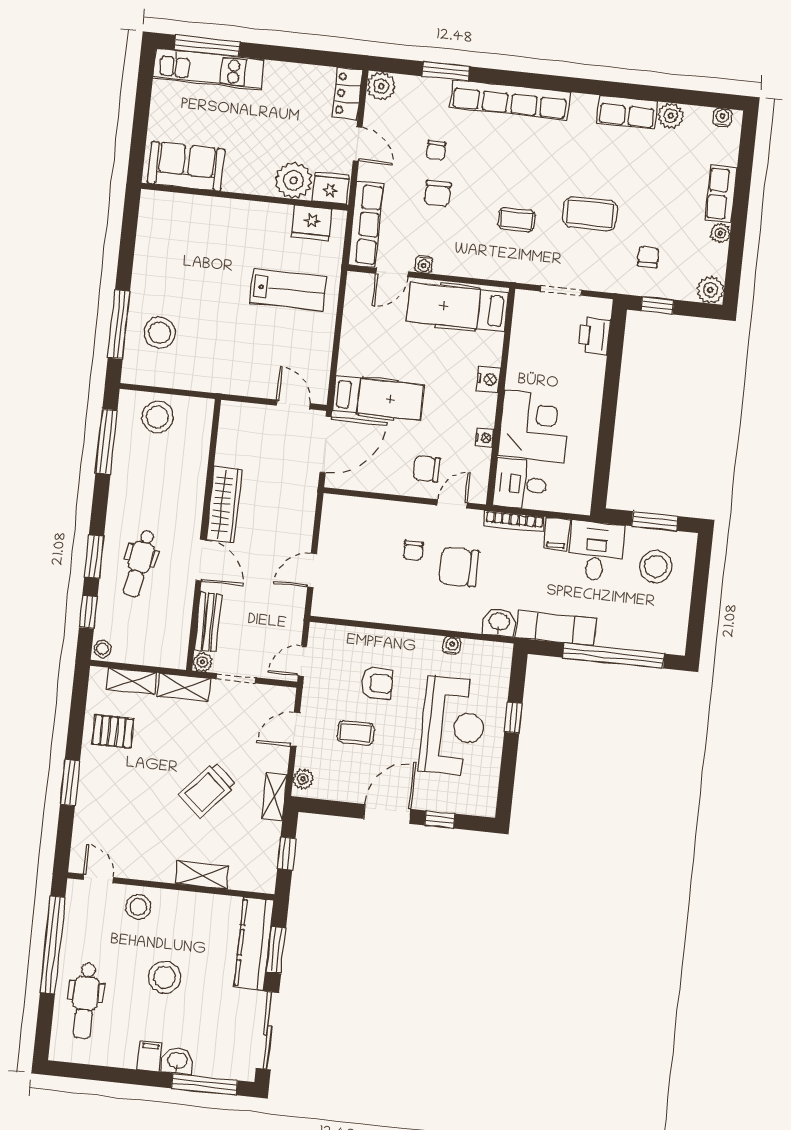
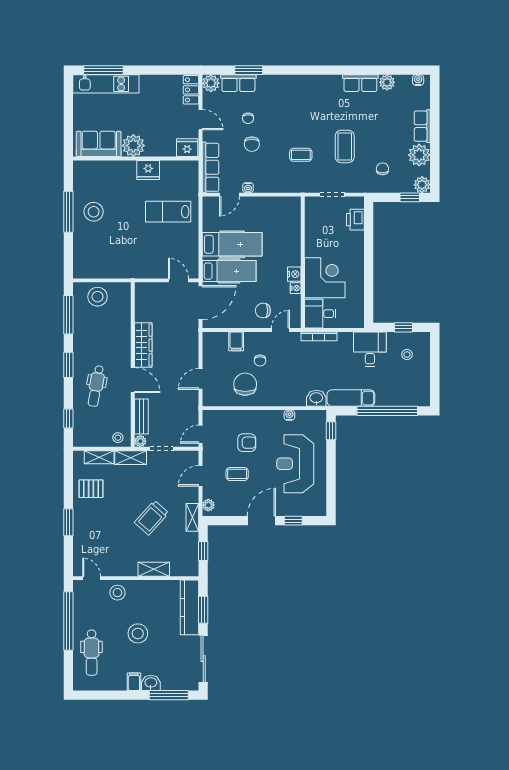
row of seats: (510, 100) -> (238, 83), moved, width x0.50
plant: (294, 180) -> (133, 146), moved
coffee table: (590, 214) -> (345, 146), turned 90
fridge: (312, 223) -> (148, 170), moved
plant: (720, 233) -> (419, 155), width x1.87, depth x1.87
lab bench: (288, 290) -> (168, 212), turned 180
window: (657, 305) -> (410, 197), moved
hospital bed: (458, 307) -> (232, 244), moved, turned 180
window: (119, 324) -> (68, 212), moved
stool: (160, 333) -> (94, 212), moved
nightstand: (488, 379) -> (294, 274), moved
window: (655, 521) -> (404, 327), width x0.67
filing cabinet: (557, 534) -> (236, 341), moved
window: (94, 557) -> (68, 365), moved
stool: (656, 566) -> (407, 355), width x0.53, depth x0.53
chair: (459, 567) -> (245, 384), moved, turned 90
stool: (102, 649) -> (118, 438), moved
window: (513, 718) -> (331, 431), moved
reception desk: (453, 726) -> (295, 464), turned 180

